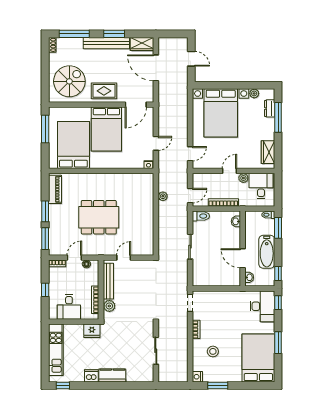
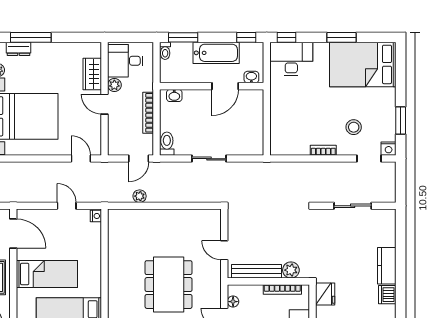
bed: (106, 129) -> (47, 274), width x0.67
wardrobe: (268, 152) -> (92, 74), moved, turned 90
door: (190, 196) -> (139, 159), swing flipped
doorway: (190, 303) -> (369, 159), moved

